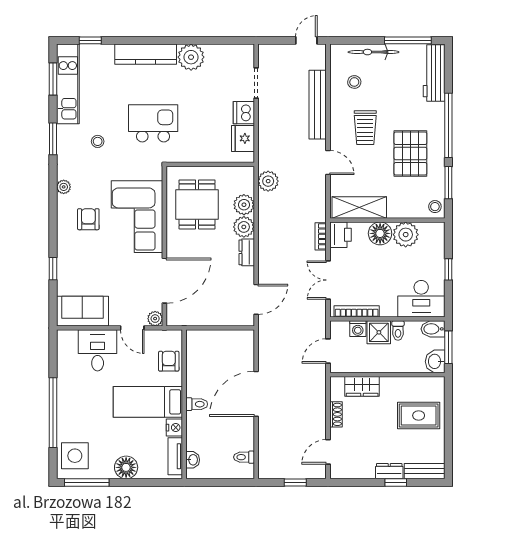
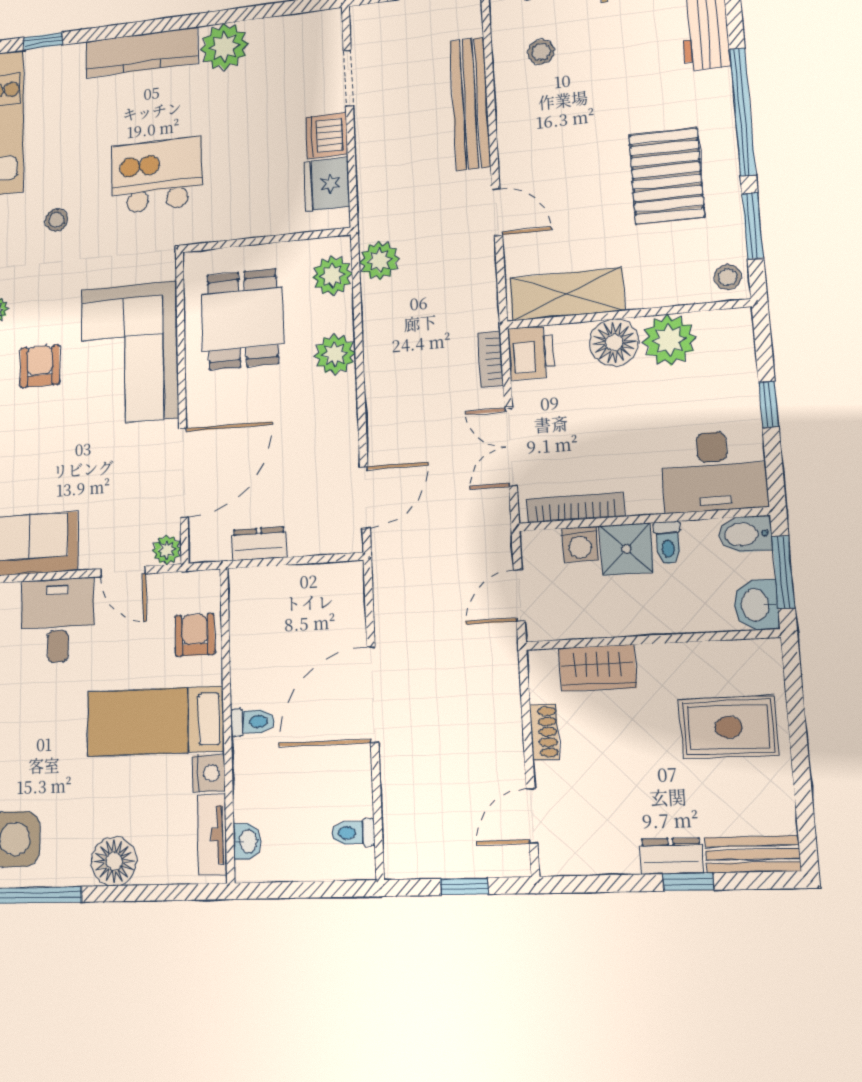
trolley: (365, 128) -> (569, 136), removed
plant: (244, 205) -> (332, 276), moved
dresser: (247, 252) -> (259, 544), moved, turned 90

